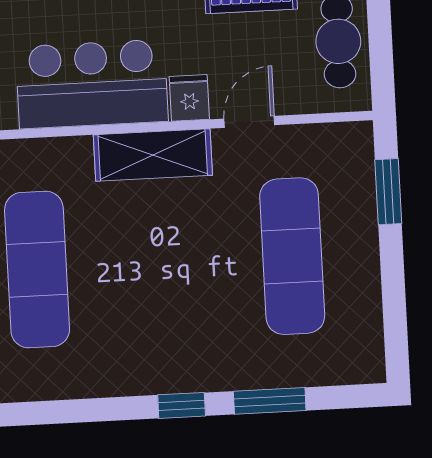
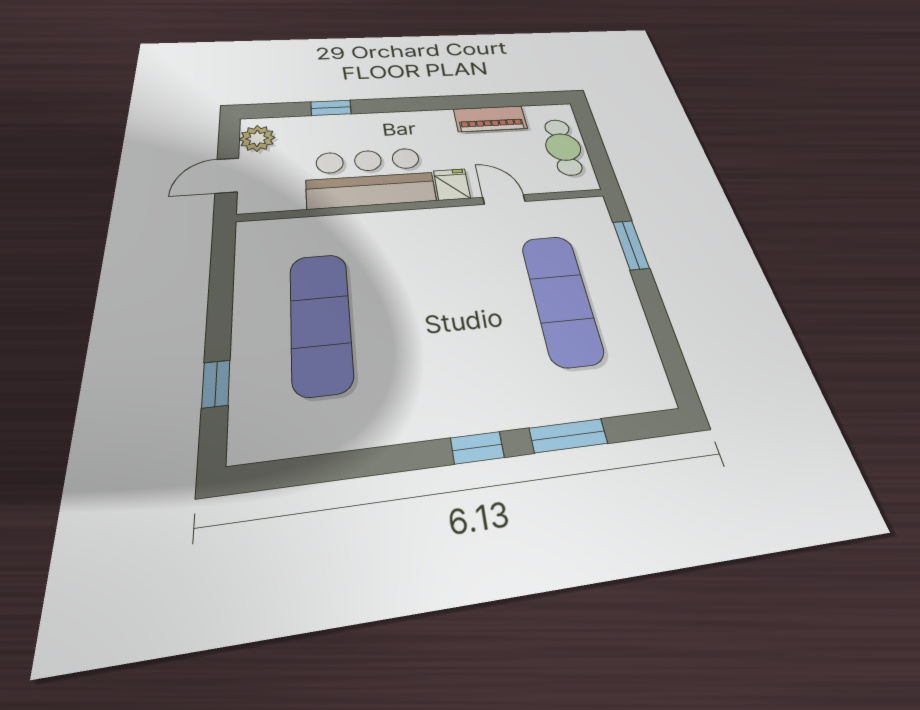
door: (249, 122) -> (504, 199), hinge flipped
shelving: (153, 155) -> (425, 225), removed

